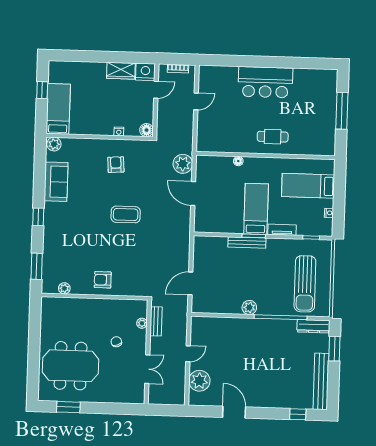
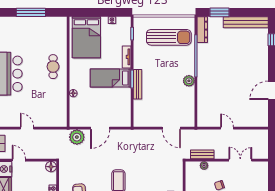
bed: (308, 186) -> (86, 37), width x1.50
plant: (199, 381) -> (248, 119), removed

